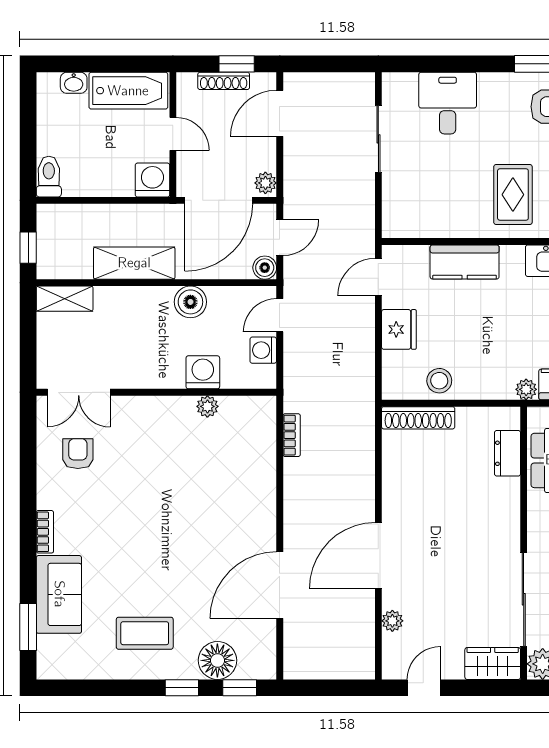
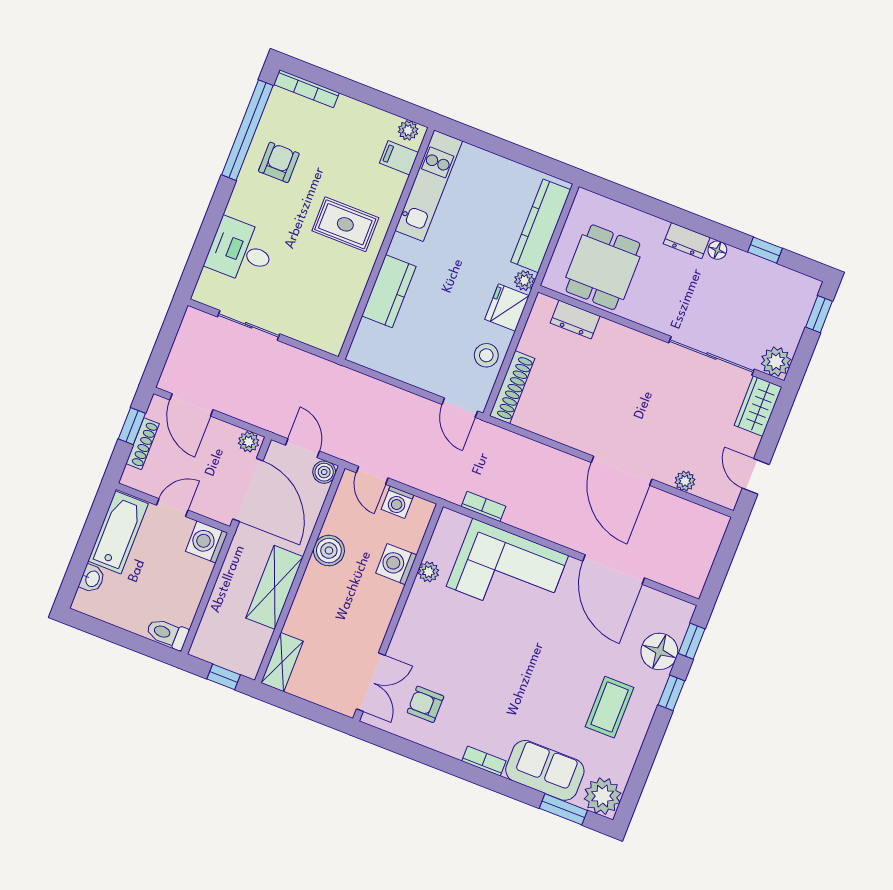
door: (378, 277) -> (460, 408), moved
fridge: (399, 329) -> (507, 307), moved, turned -90
corner sofa: (238, 483) -> (507, 571), added
plant: (56, 660) -> (603, 796), added

